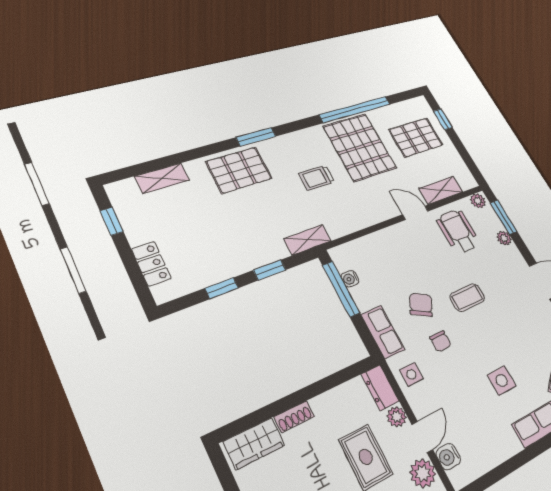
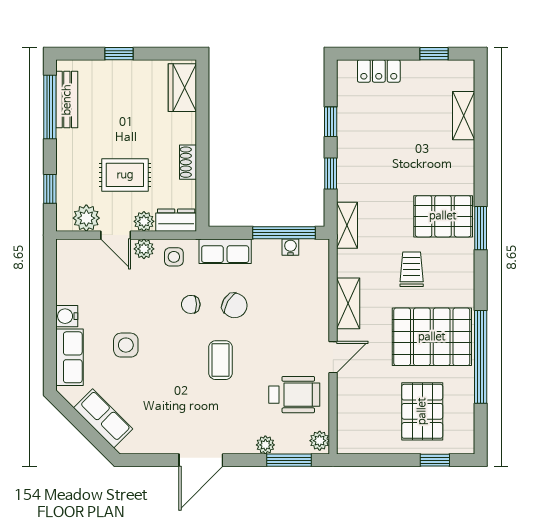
pallet: (239, 170) -> (443, 216), moved, turned 90
shelving: (441, 190) -> (348, 303), moved
plant: (419, 405) -> (144, 249), added
shoe rack: (294, 417) -> (188, 162), moved
water cooler: (448, 457) -> (67, 316), moved, turned -90

